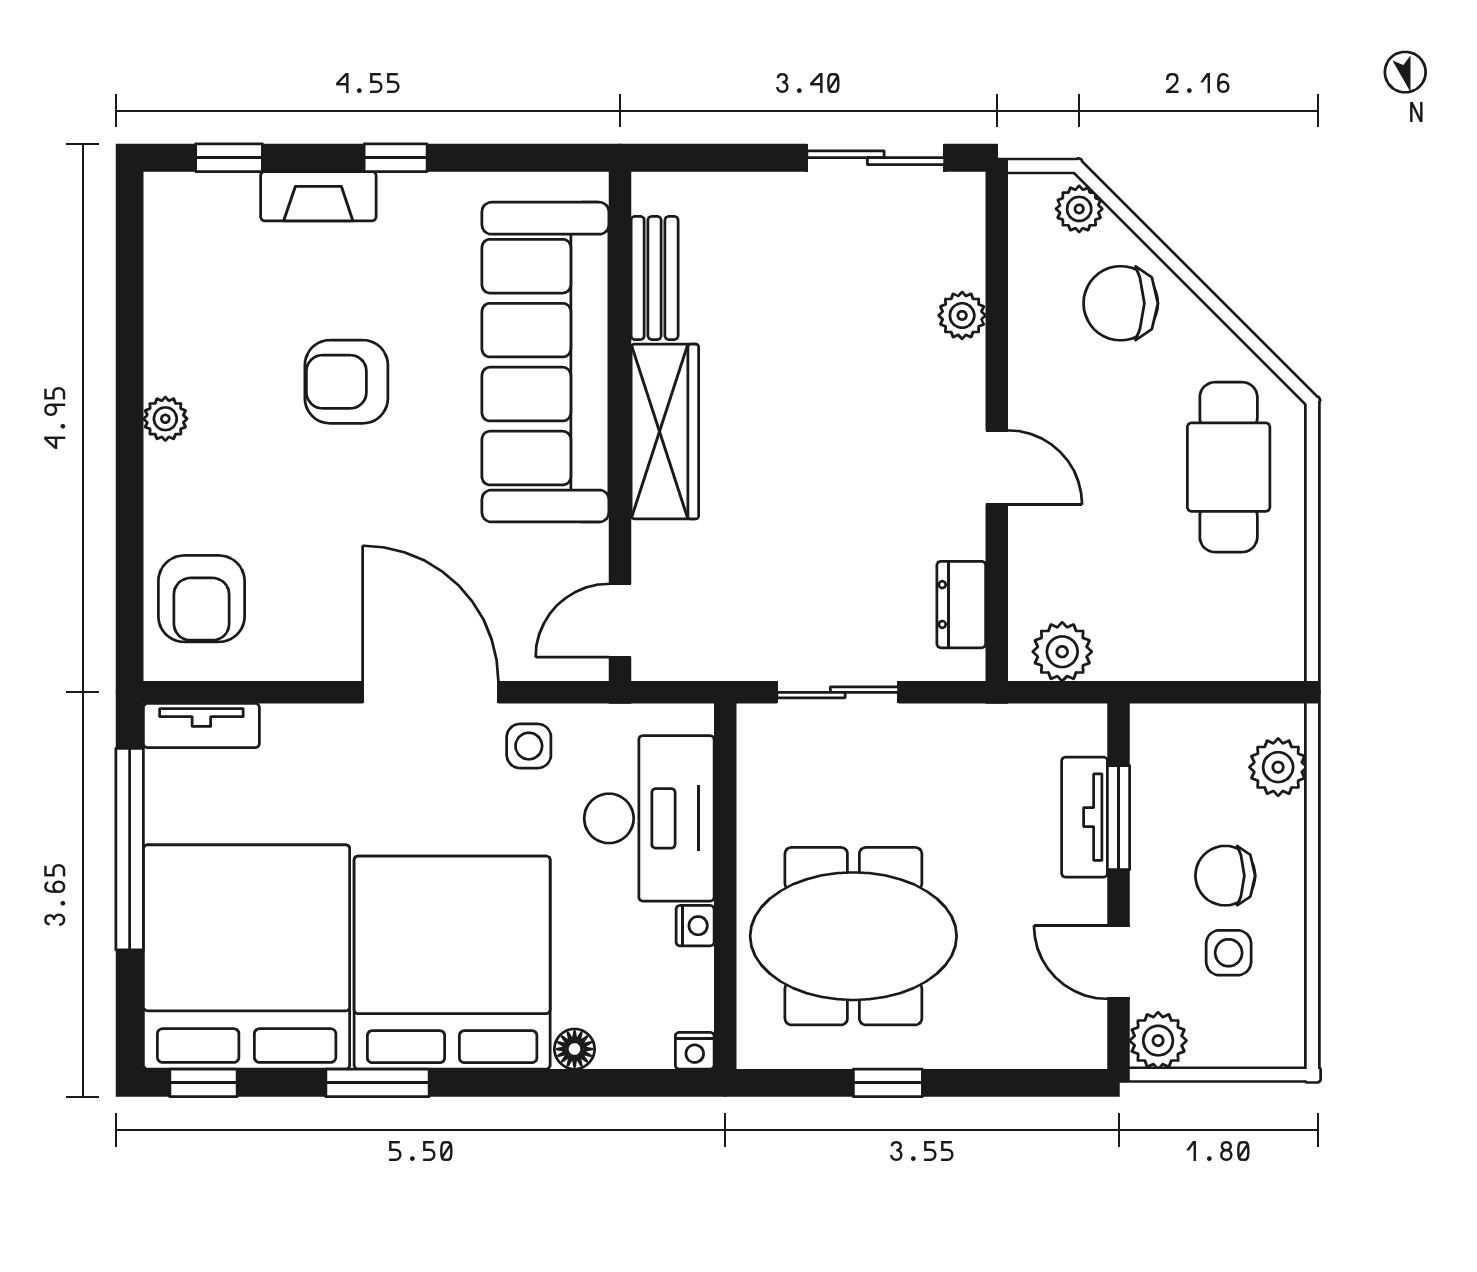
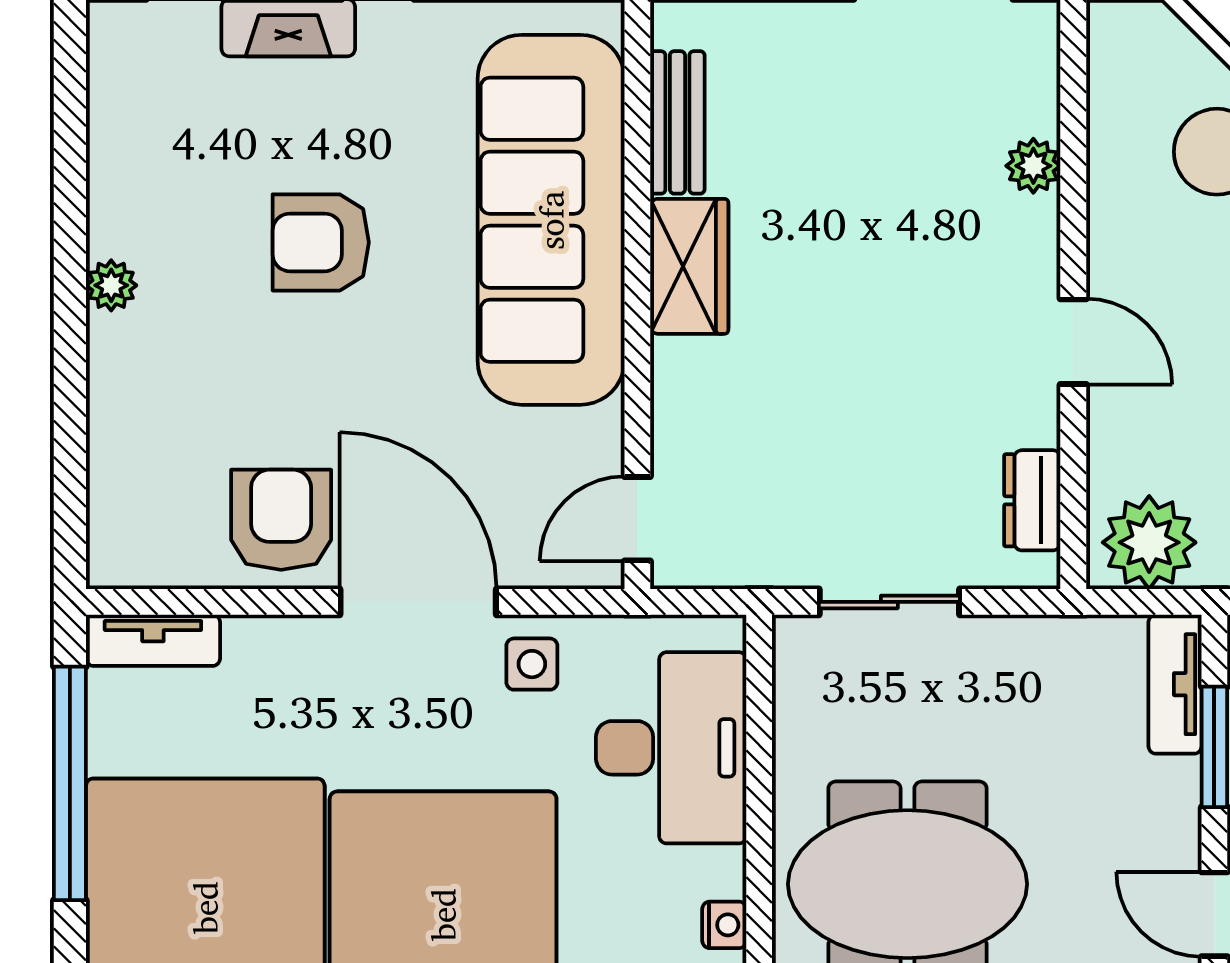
plant: (1079, 209) -> (1169, 42), removed
wardrobe: (665, 431) -> (689, 266), width x0.67
armchair: (202, 599) -> (281, 520), moved, turned 180
plant: (1062, 652) -> (1149, 542), width x1.36, depth x1.36
tv unit: (1085, 817) -> (1175, 684), moved
nightstand: (695, 926) -> (724, 925), moved

